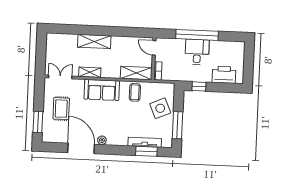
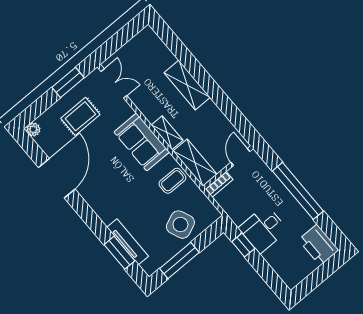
desk: (197, 52) -> (263, 229), moved, turned 180
shelving: (90, 72) -> (167, 133), moved
printer: (224, 75) -> (318, 245), moved, turned 180
window: (38, 122) -> (68, 83), moved
plant: (102, 140) -> (33, 129), moved

